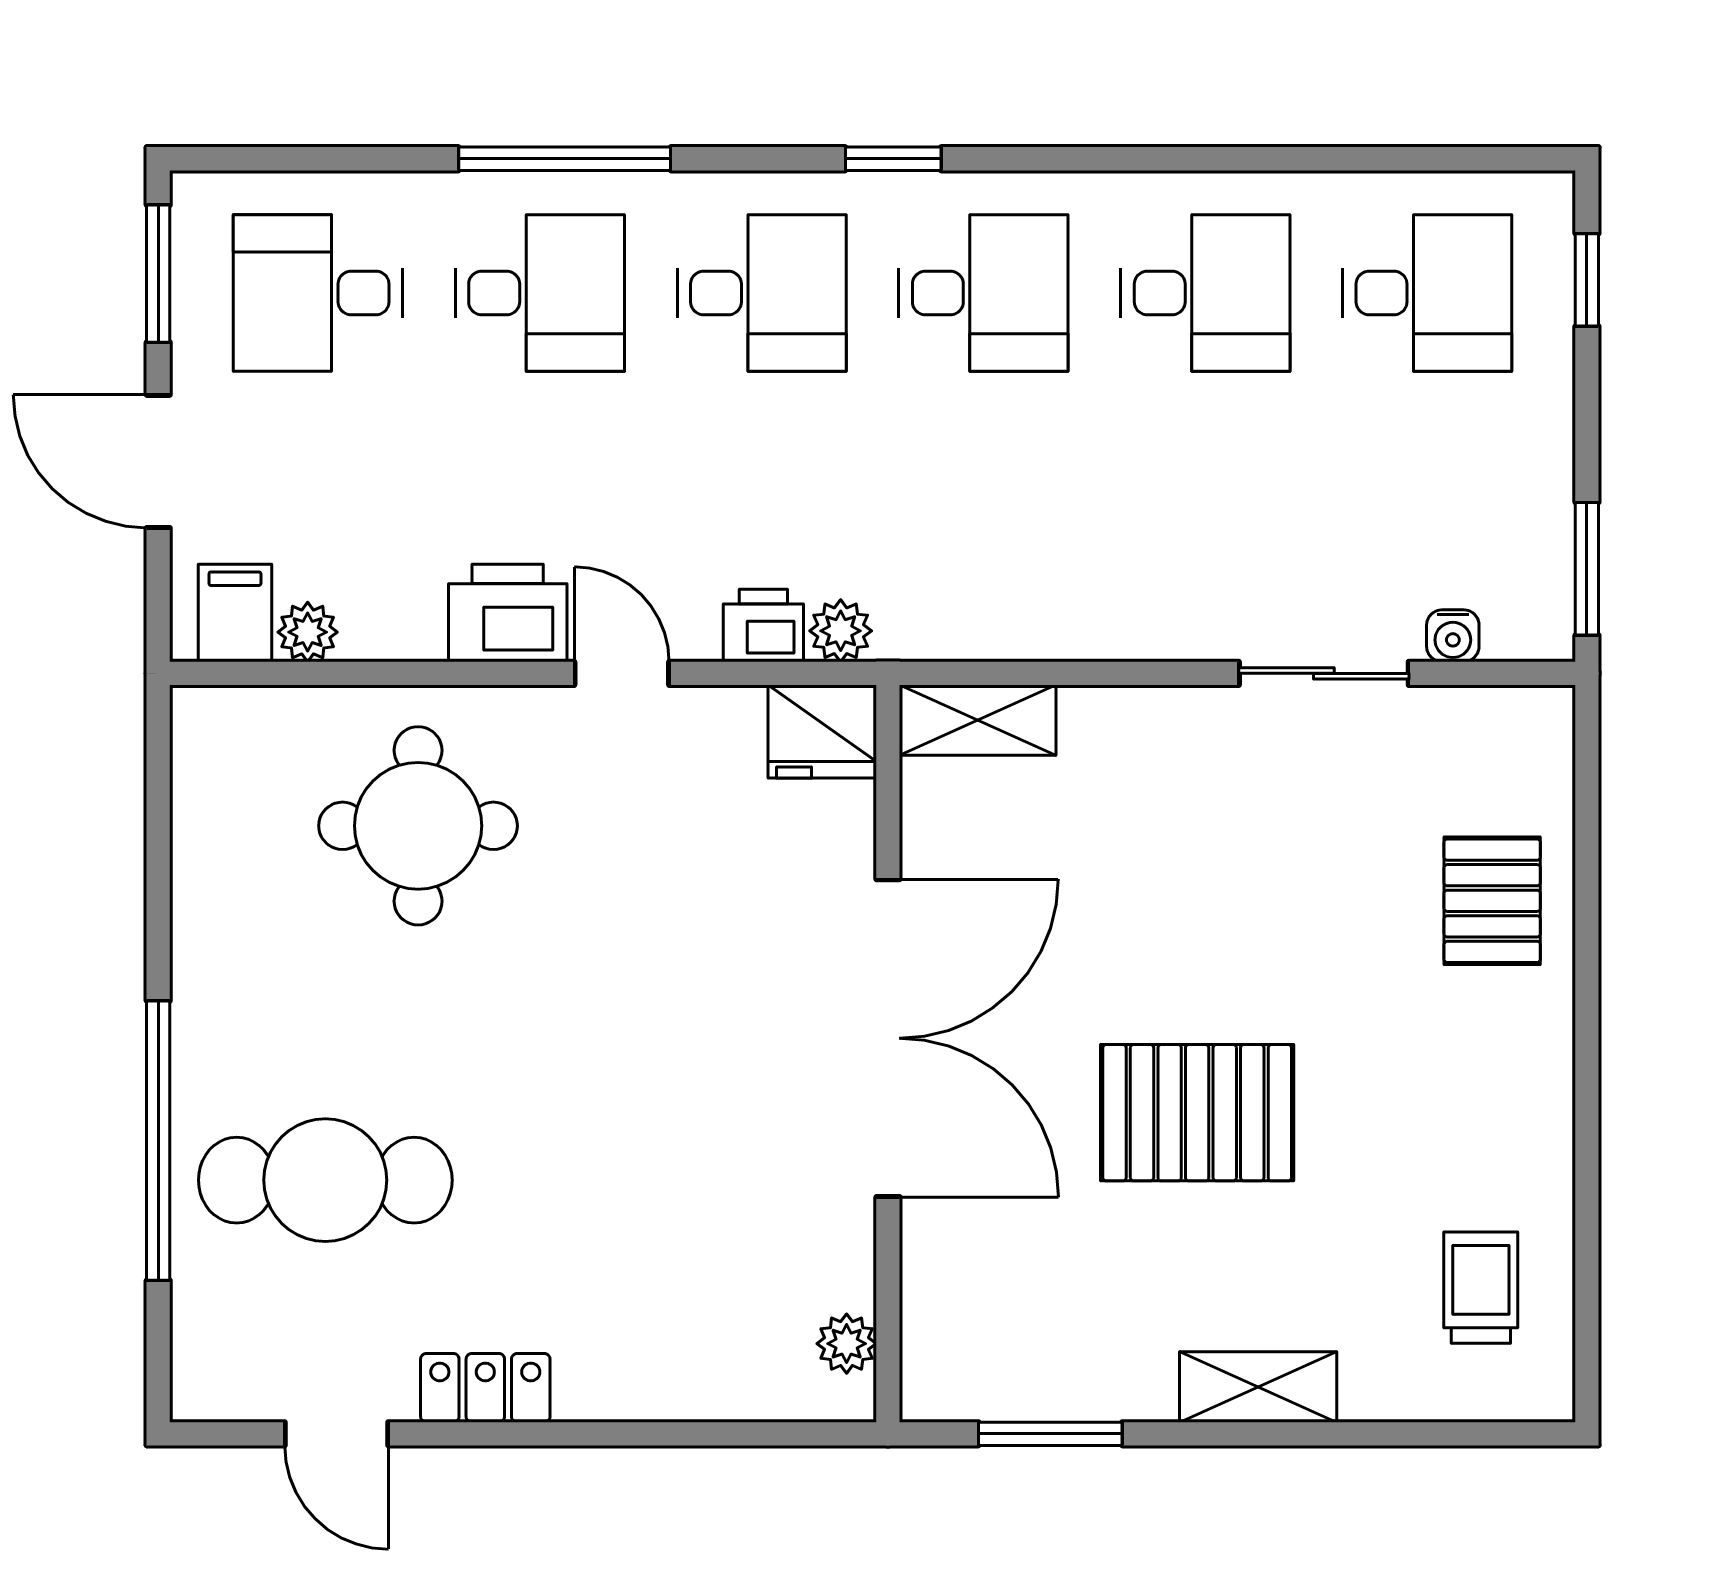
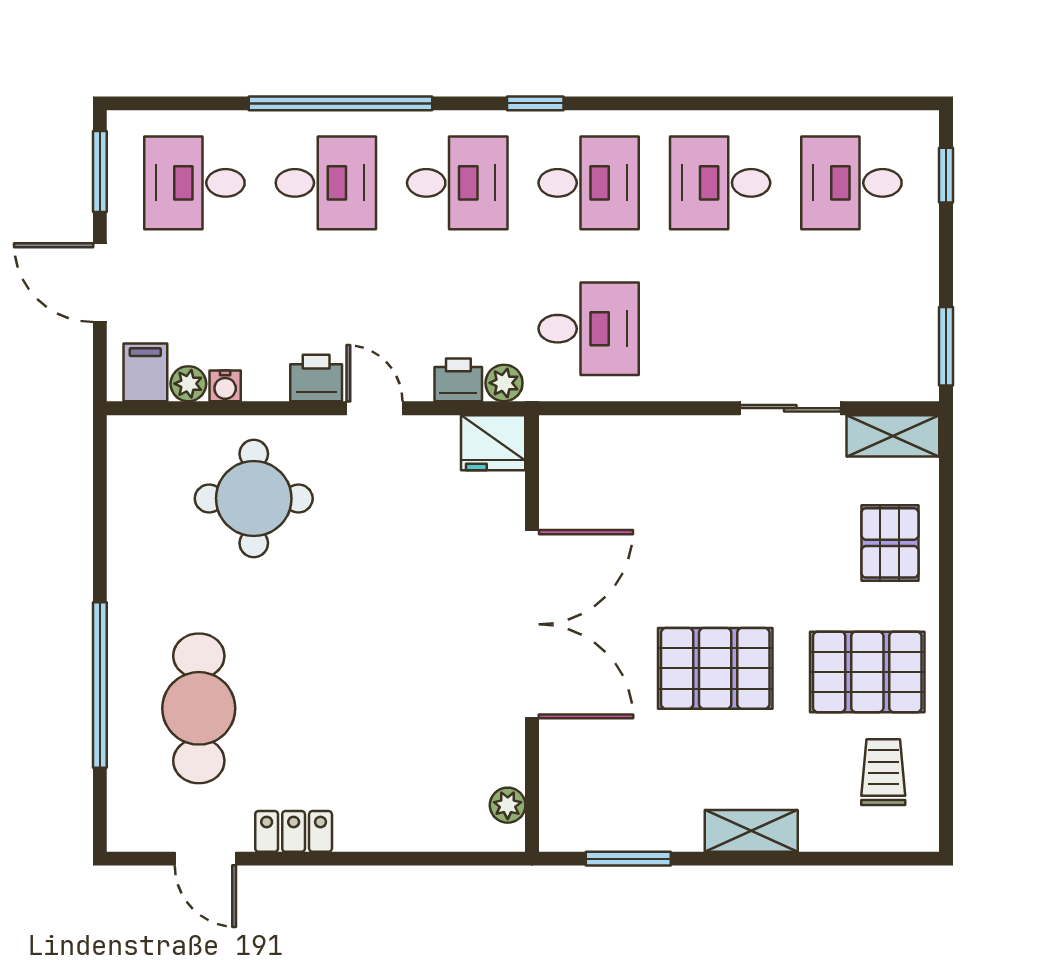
window: (565, 159) -> (341, 103), width x1.46
desk: (1205, 293) -> (720, 183), turned 180
desk: (1427, 293) -> (851, 183), turned 180
desk: (983, 539) -> (589, 329), added
printer: (508, 613) -> (316, 378), width x0.73, depth x0.81
water cooler: (1453, 636) -> (225, 386), moved
shelving: (978, 720) -> (893, 436), moved
pallet: (1454, 1119) -> (867, 672), added
cafe table: (325, 1180) -> (199, 708), turned 90

